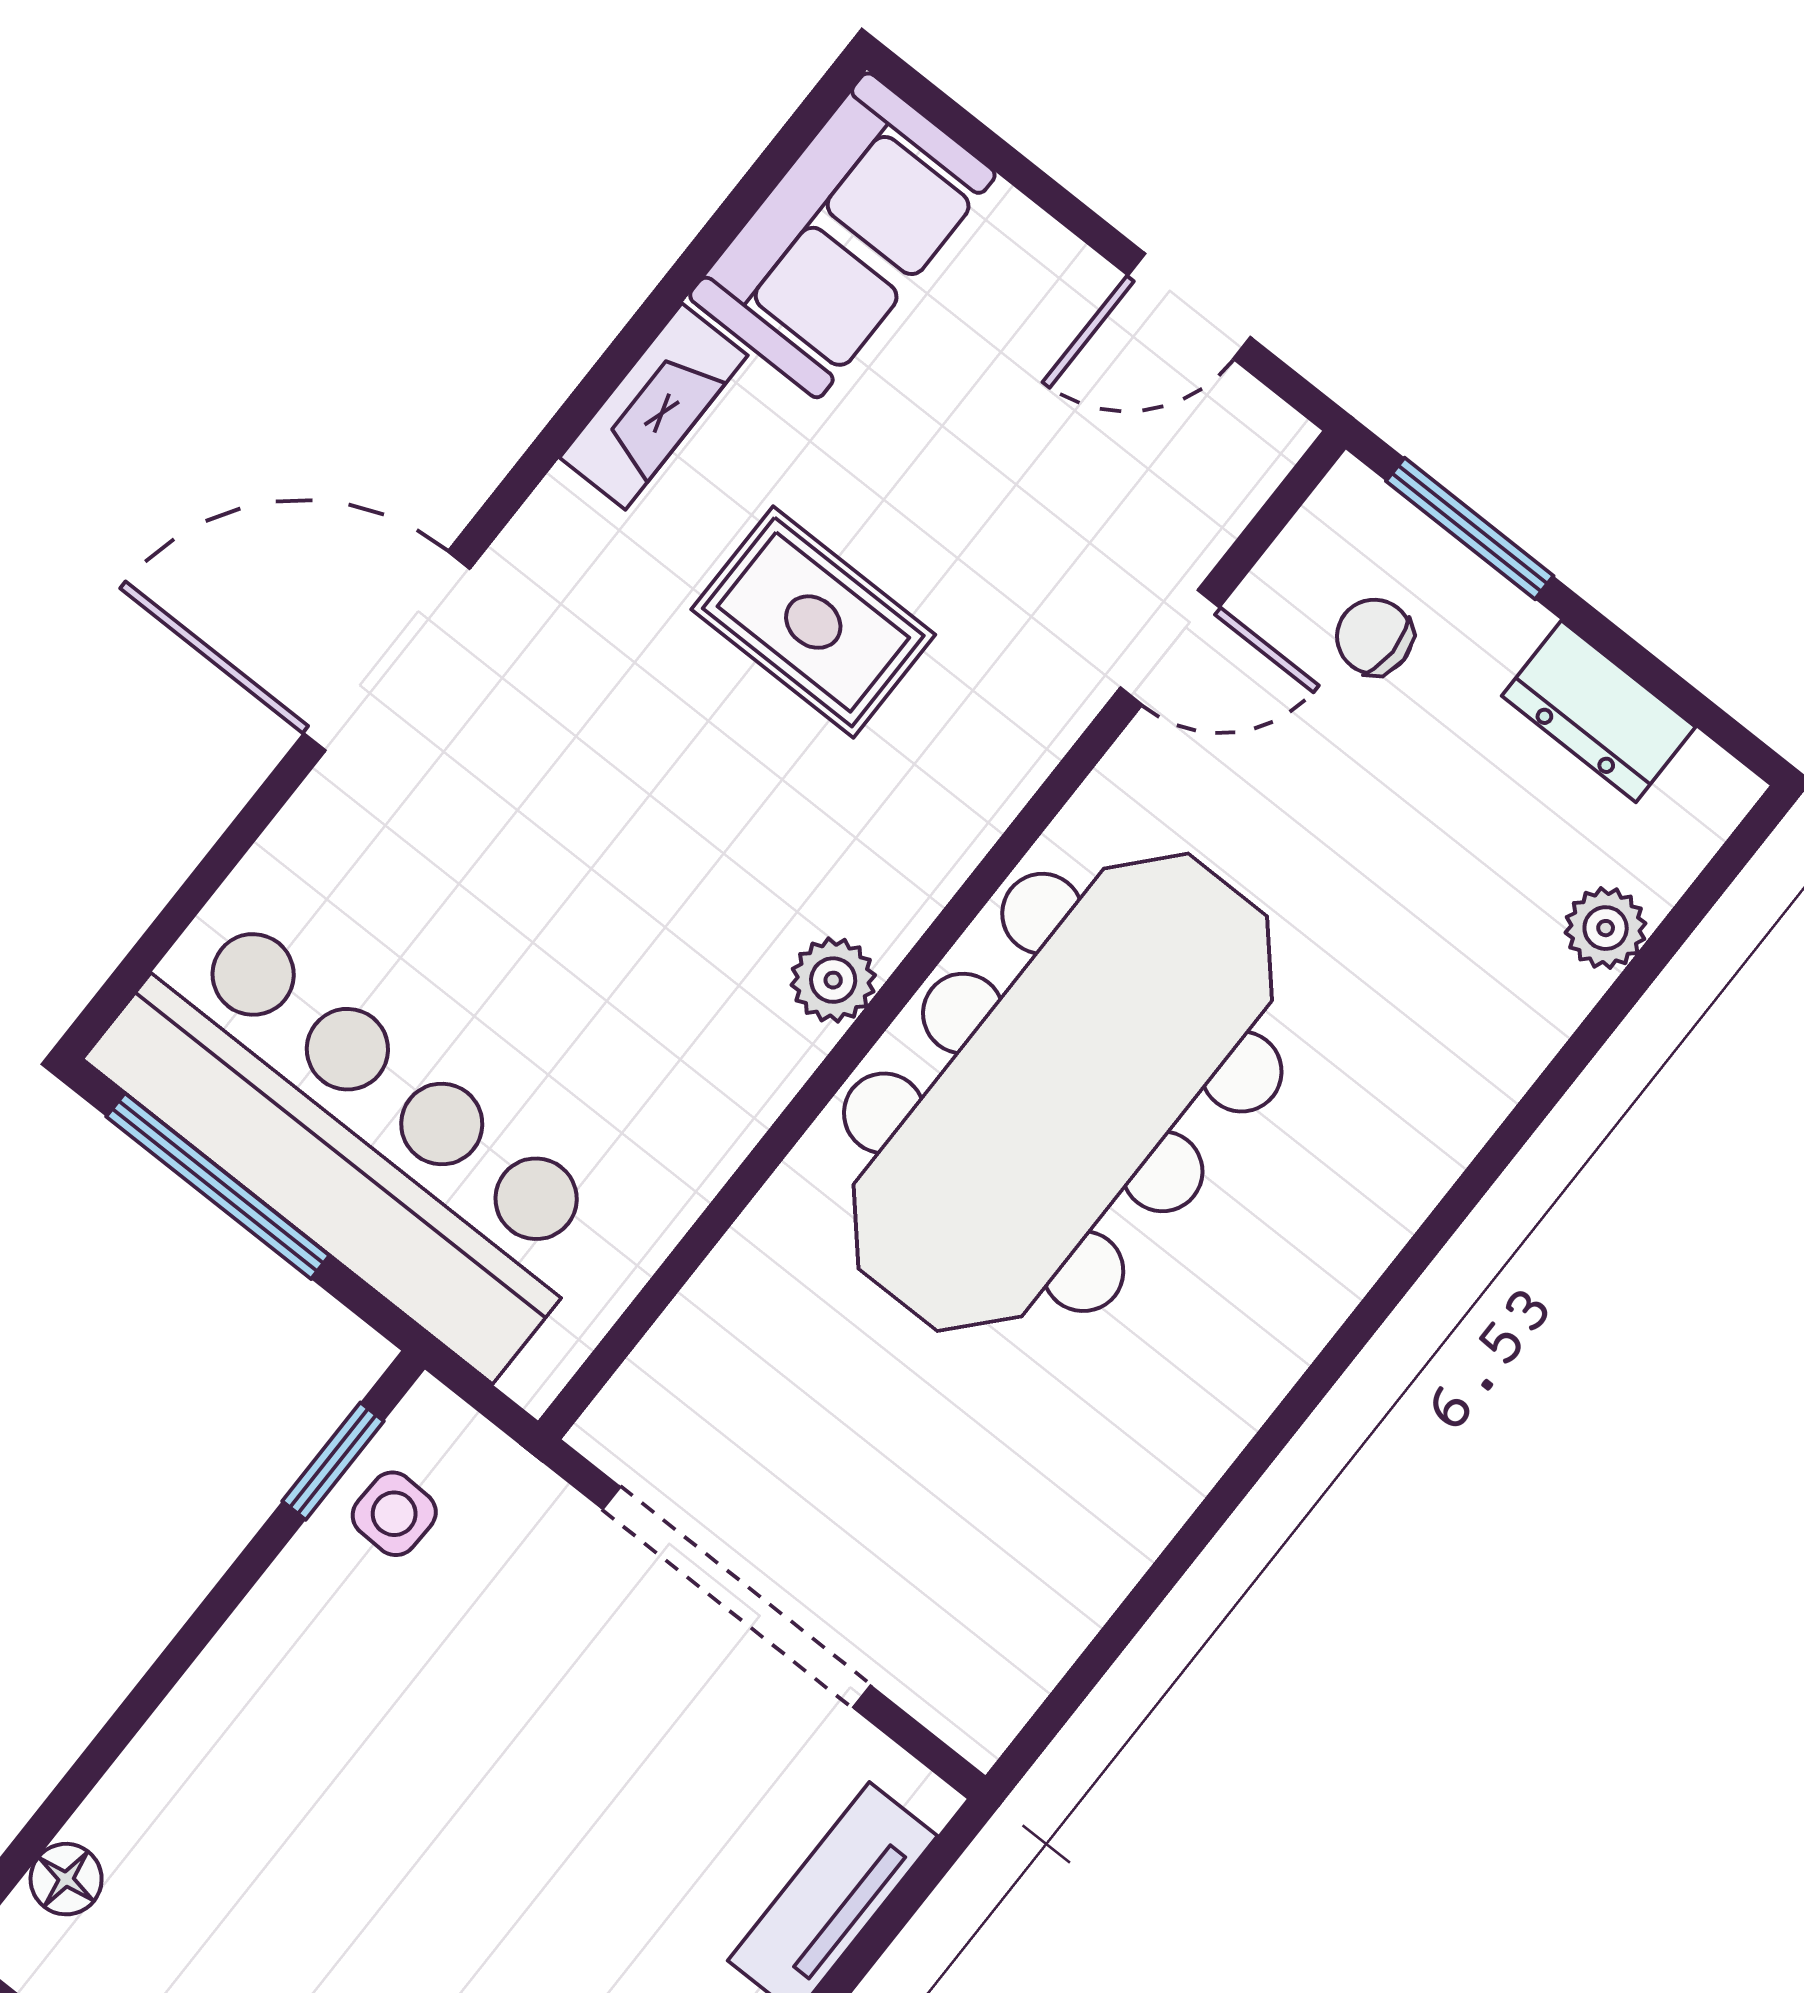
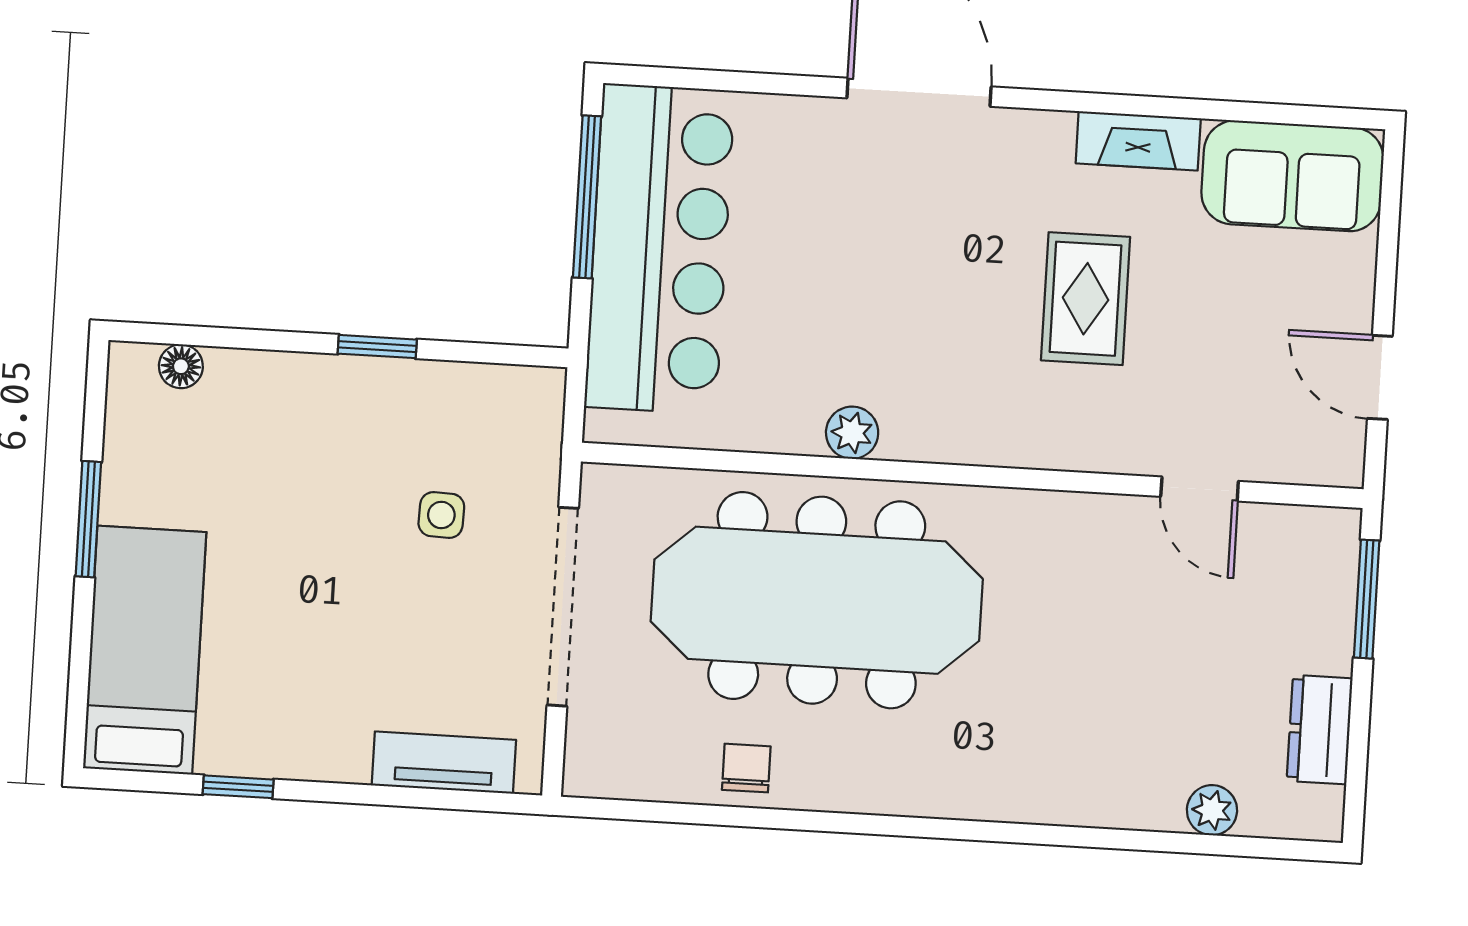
chair: (1374, 637) -> (746, 768), moved
plant: (833, 980) -> (852, 433), moved
meeting table: (1063, 1092) -> (817, 600), moved
window: (333, 1461) -> (377, 347), moved
side table: (394, 1514) -> (441, 515), moved

